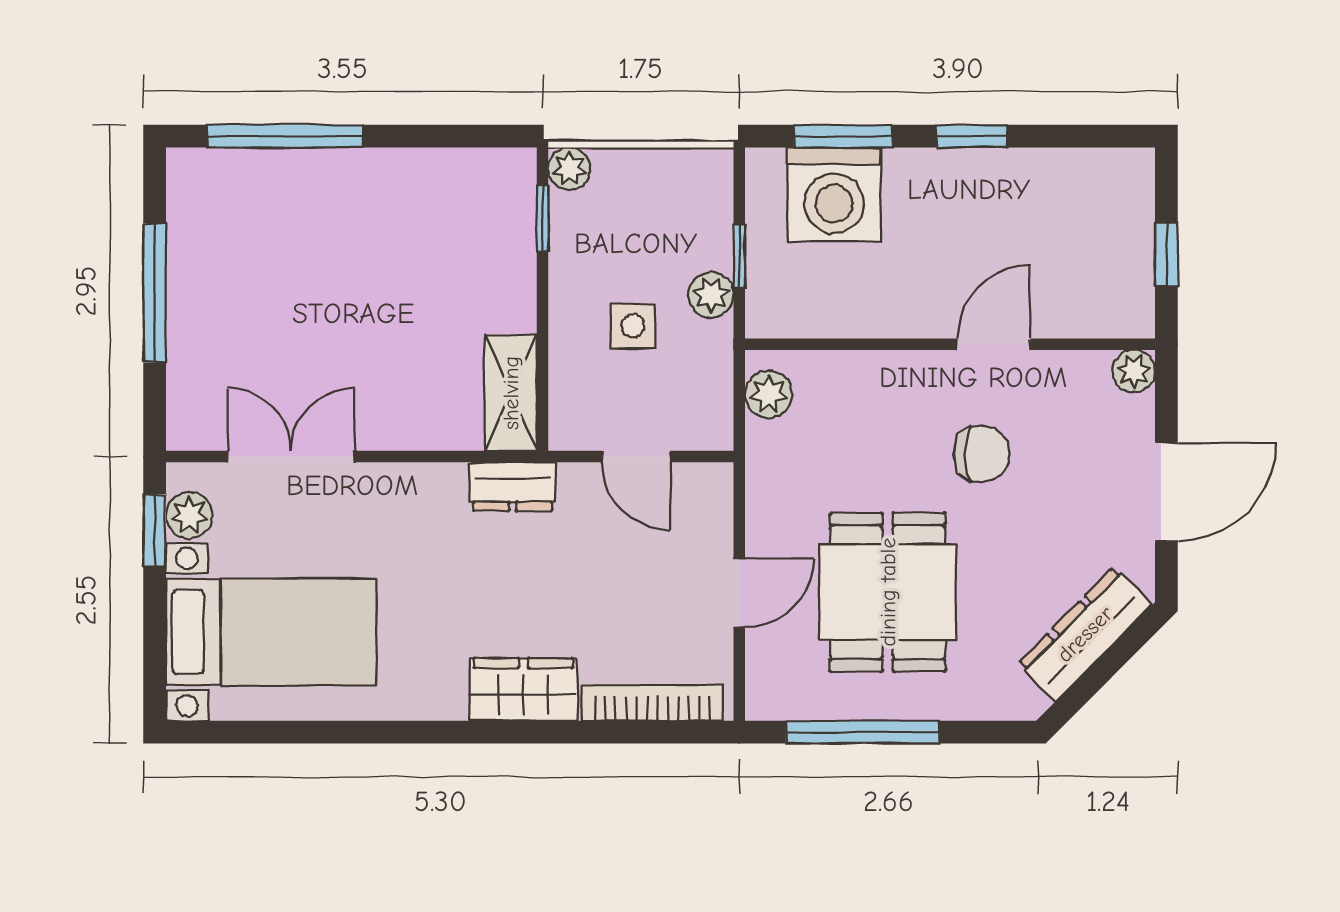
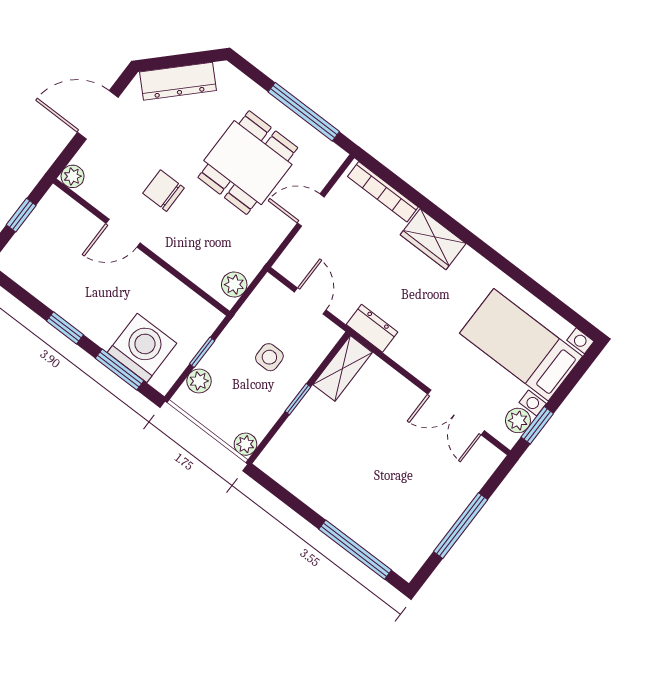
window: (543, 218) -> (298, 399), moved
plant: (711, 295) -> (199, 381), moved

